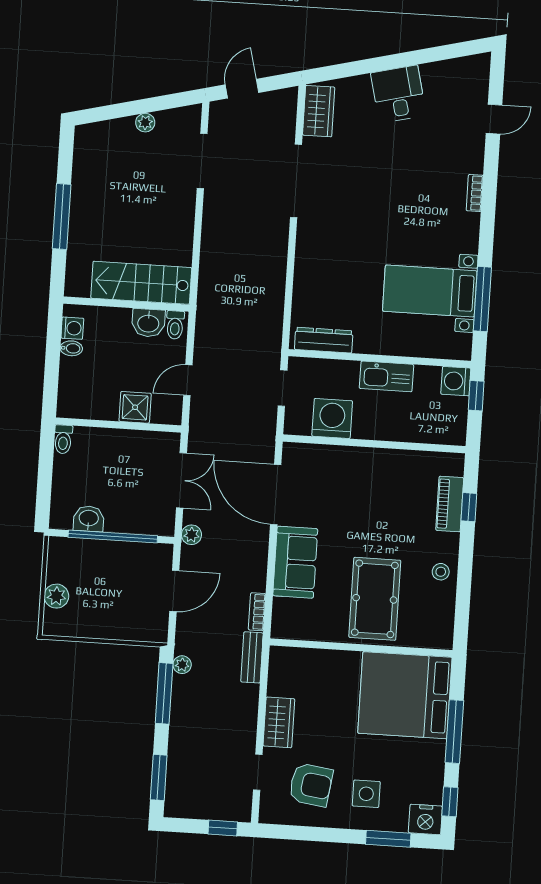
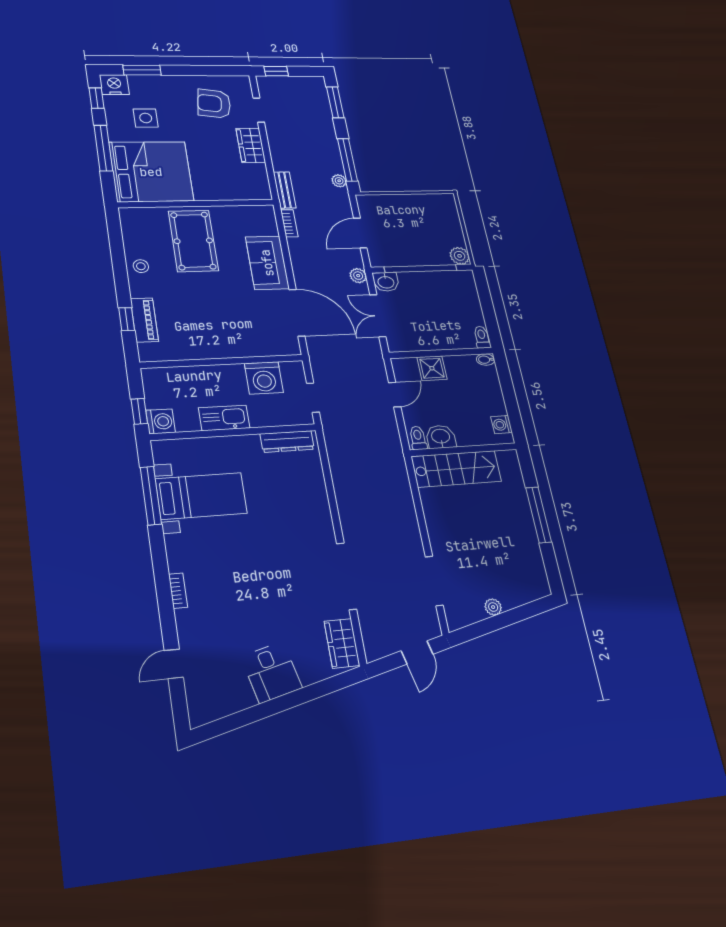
bidet: (71, 348) -> (486, 360), moved
washbasin: (89, 519) -> (386, 282), moved
plant: (56, 596) -> (460, 256), moved
side table: (366, 794) -> (146, 118), moved

